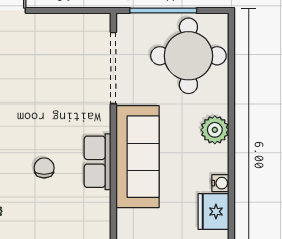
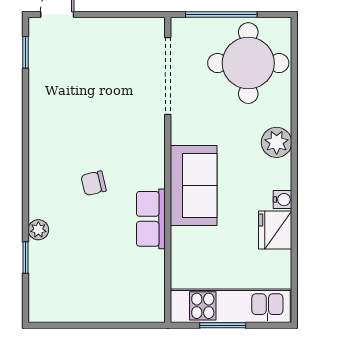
sofa: (138, 157) -> (194, 186), width x0.73
row of seats: (98, 162) -> (151, 219), moved
chair: (44, 168) -> (93, 183), turned -103

